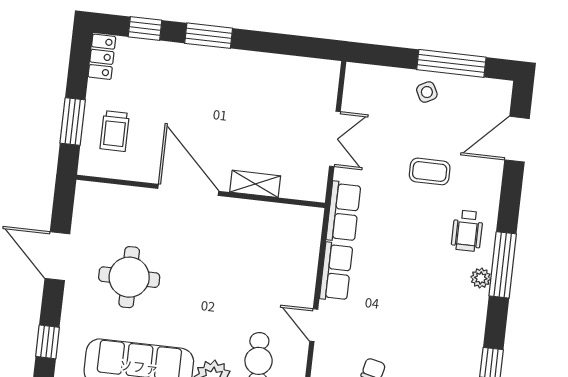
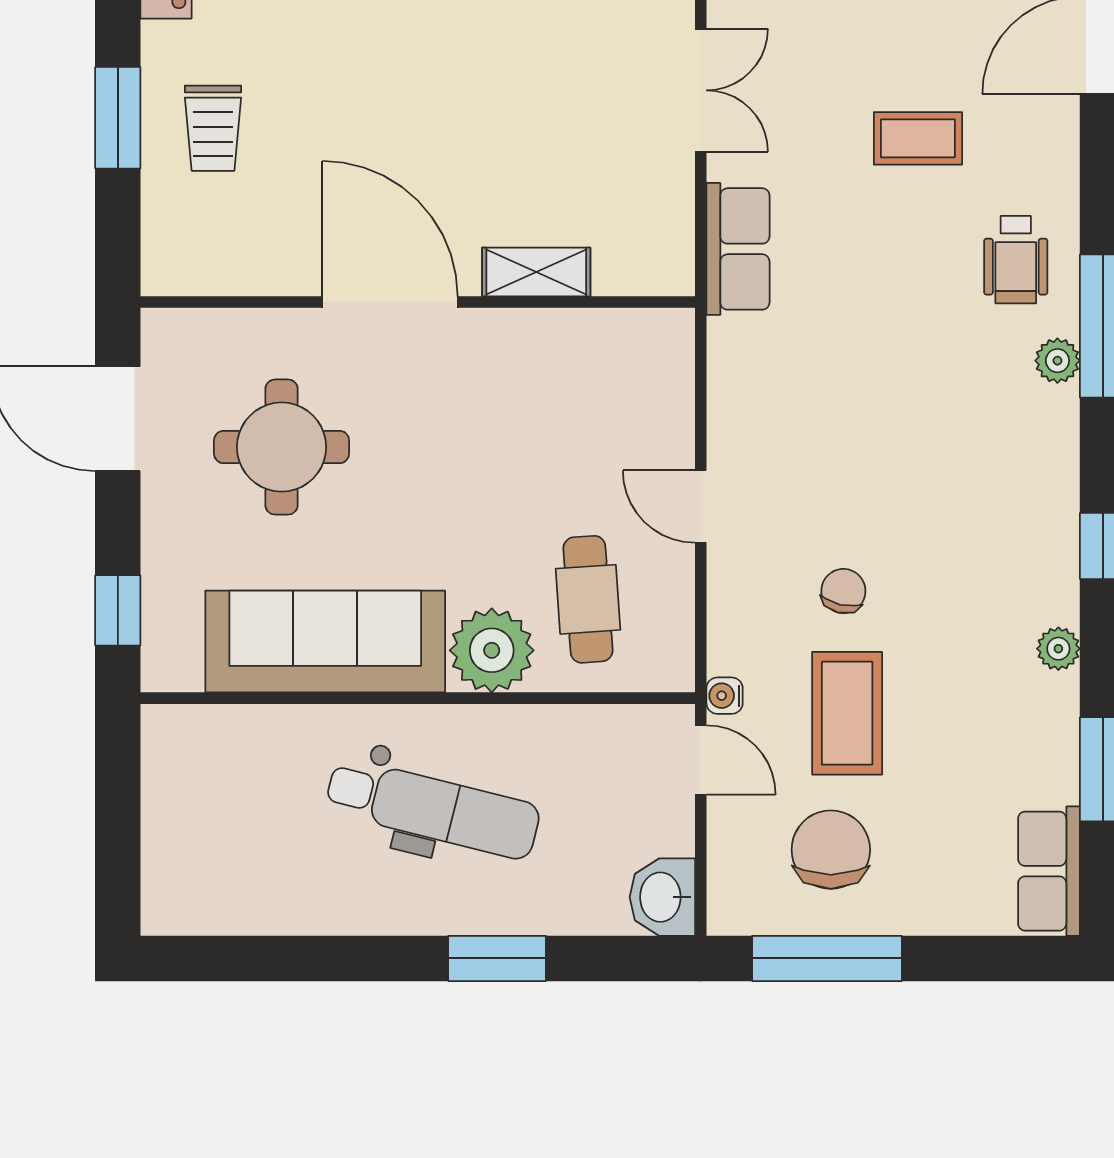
shelving: (255, 184) -> (536, 272), moved
door: (188, 190) -> (390, 302), moved
wall: (201, 191) -> (418, 302), moved
row of seats: (336, 272) -> (737, 383), removed

